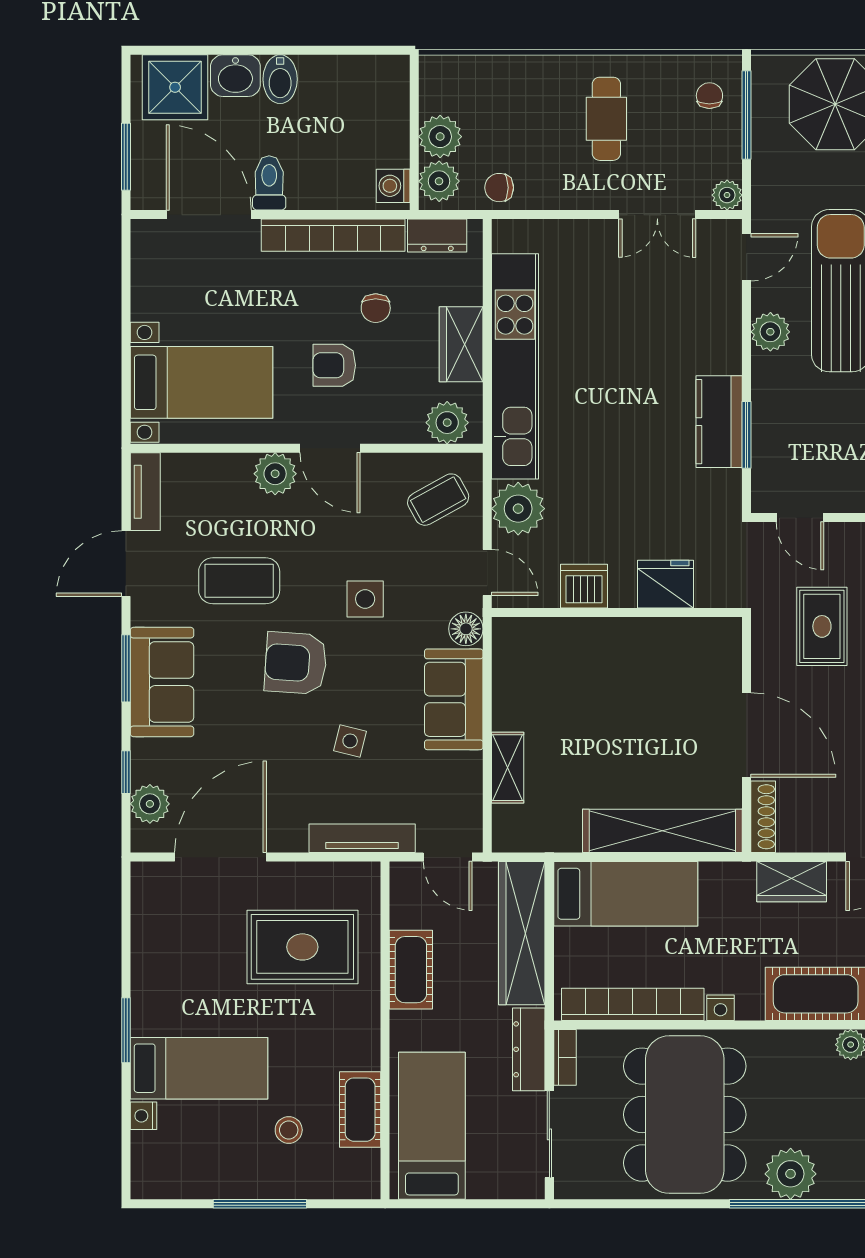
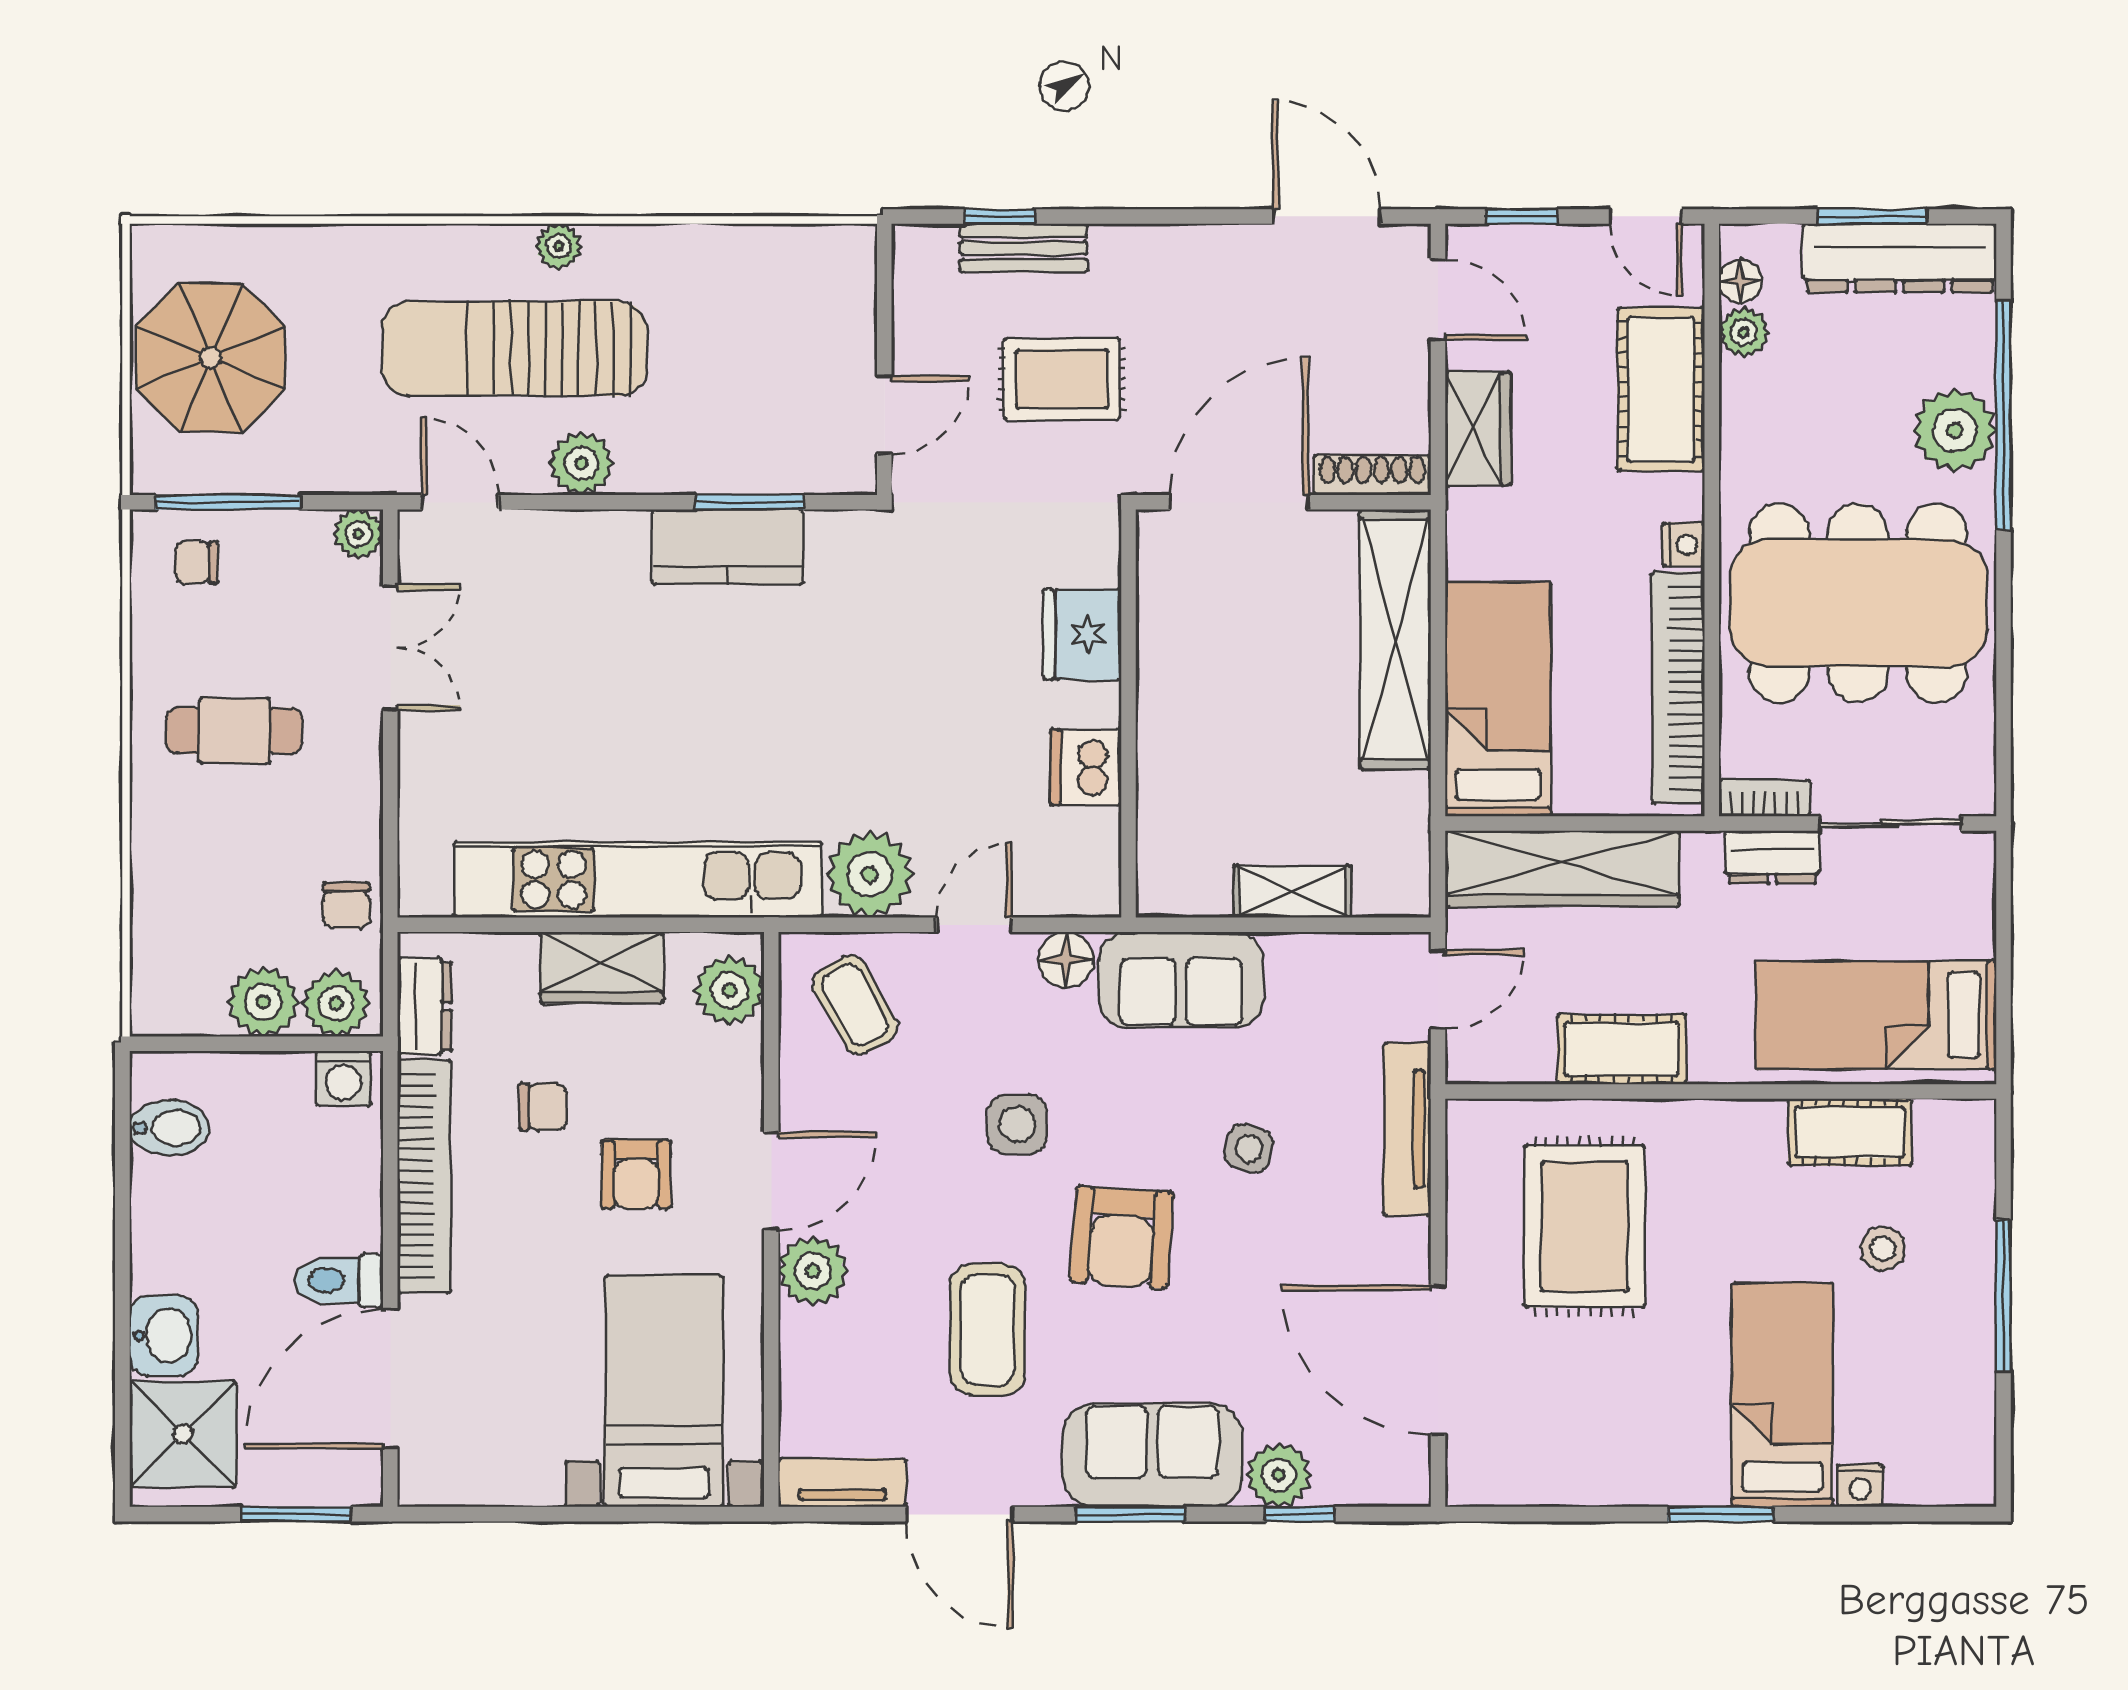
bidet: (280, 79) -> (170, 1128), moved
fridge: (665, 584) -> (1082, 634), moved
dishwasher: (584, 586) -> (1086, 767), moved
wall: (617, 612) -> (1128, 713), moved
plant: (150, 804) -> (1279, 1475), moved
dresser: (529, 1049) -> (1772, 857), width x0.70

